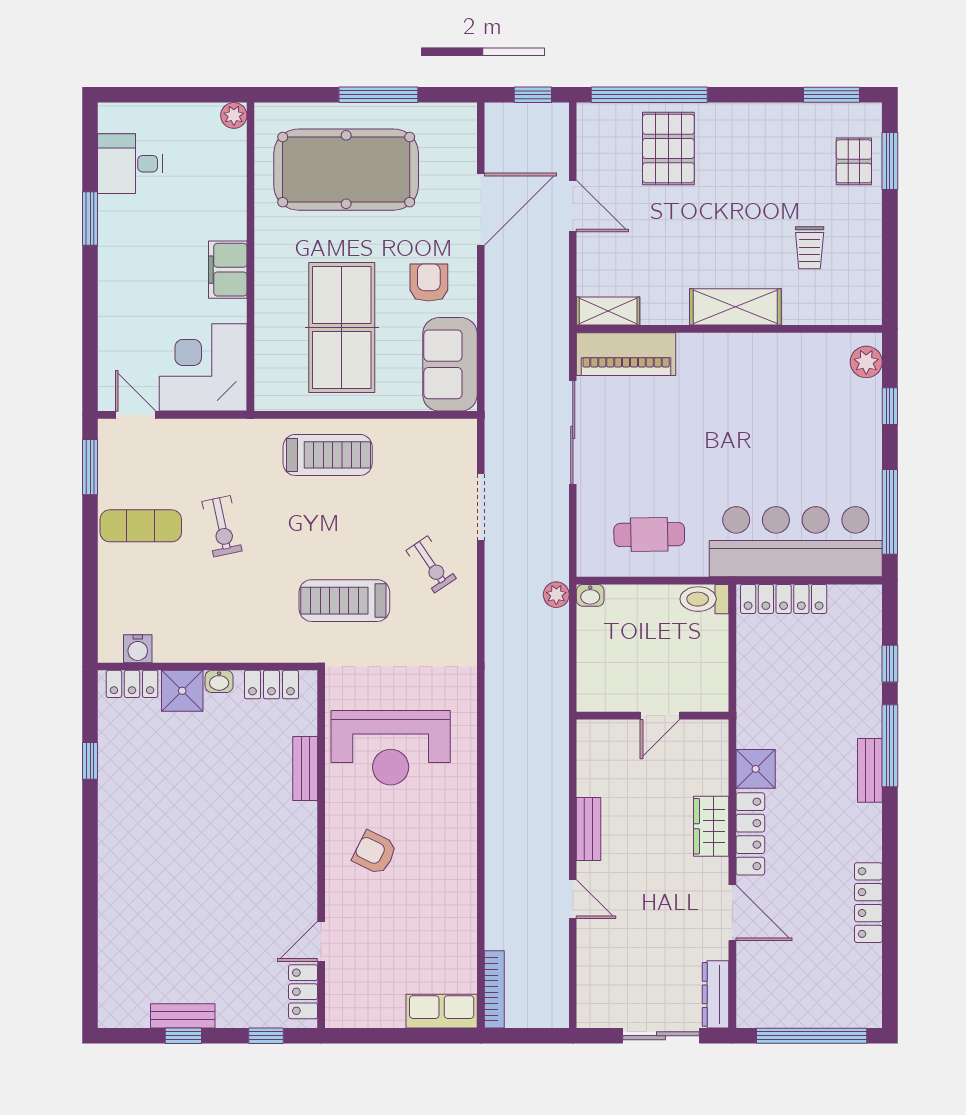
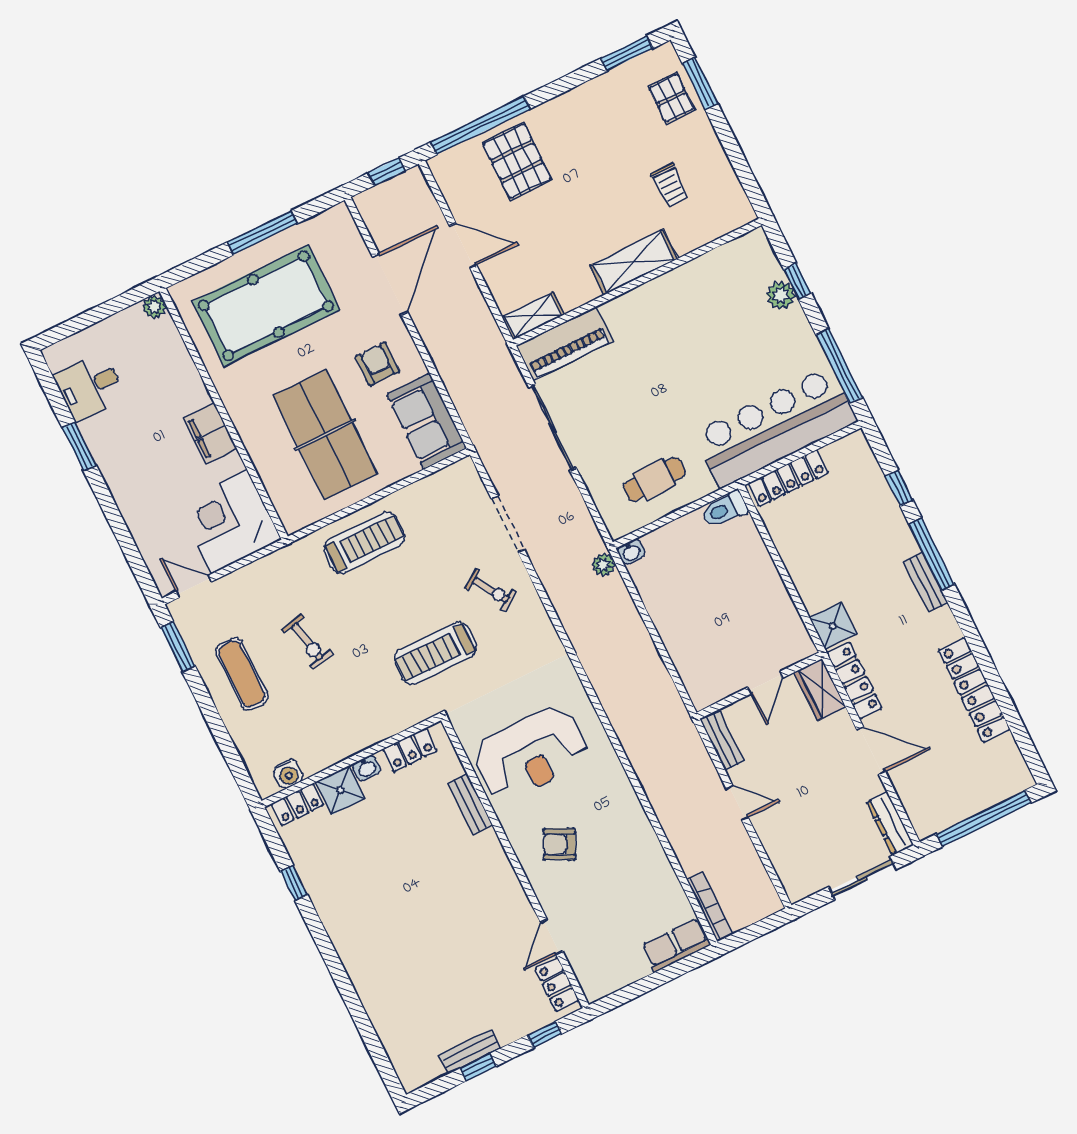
plant: (866, 362) -> (781, 295), moved
exercise mat: (141, 526) -> (242, 674), turned 90
wall: (653, 716) -> (759, 686), moved
door: (660, 716) -> (765, 683), moved
locker: (868, 903) -> (974, 690), width x1.41, depth x1.21

